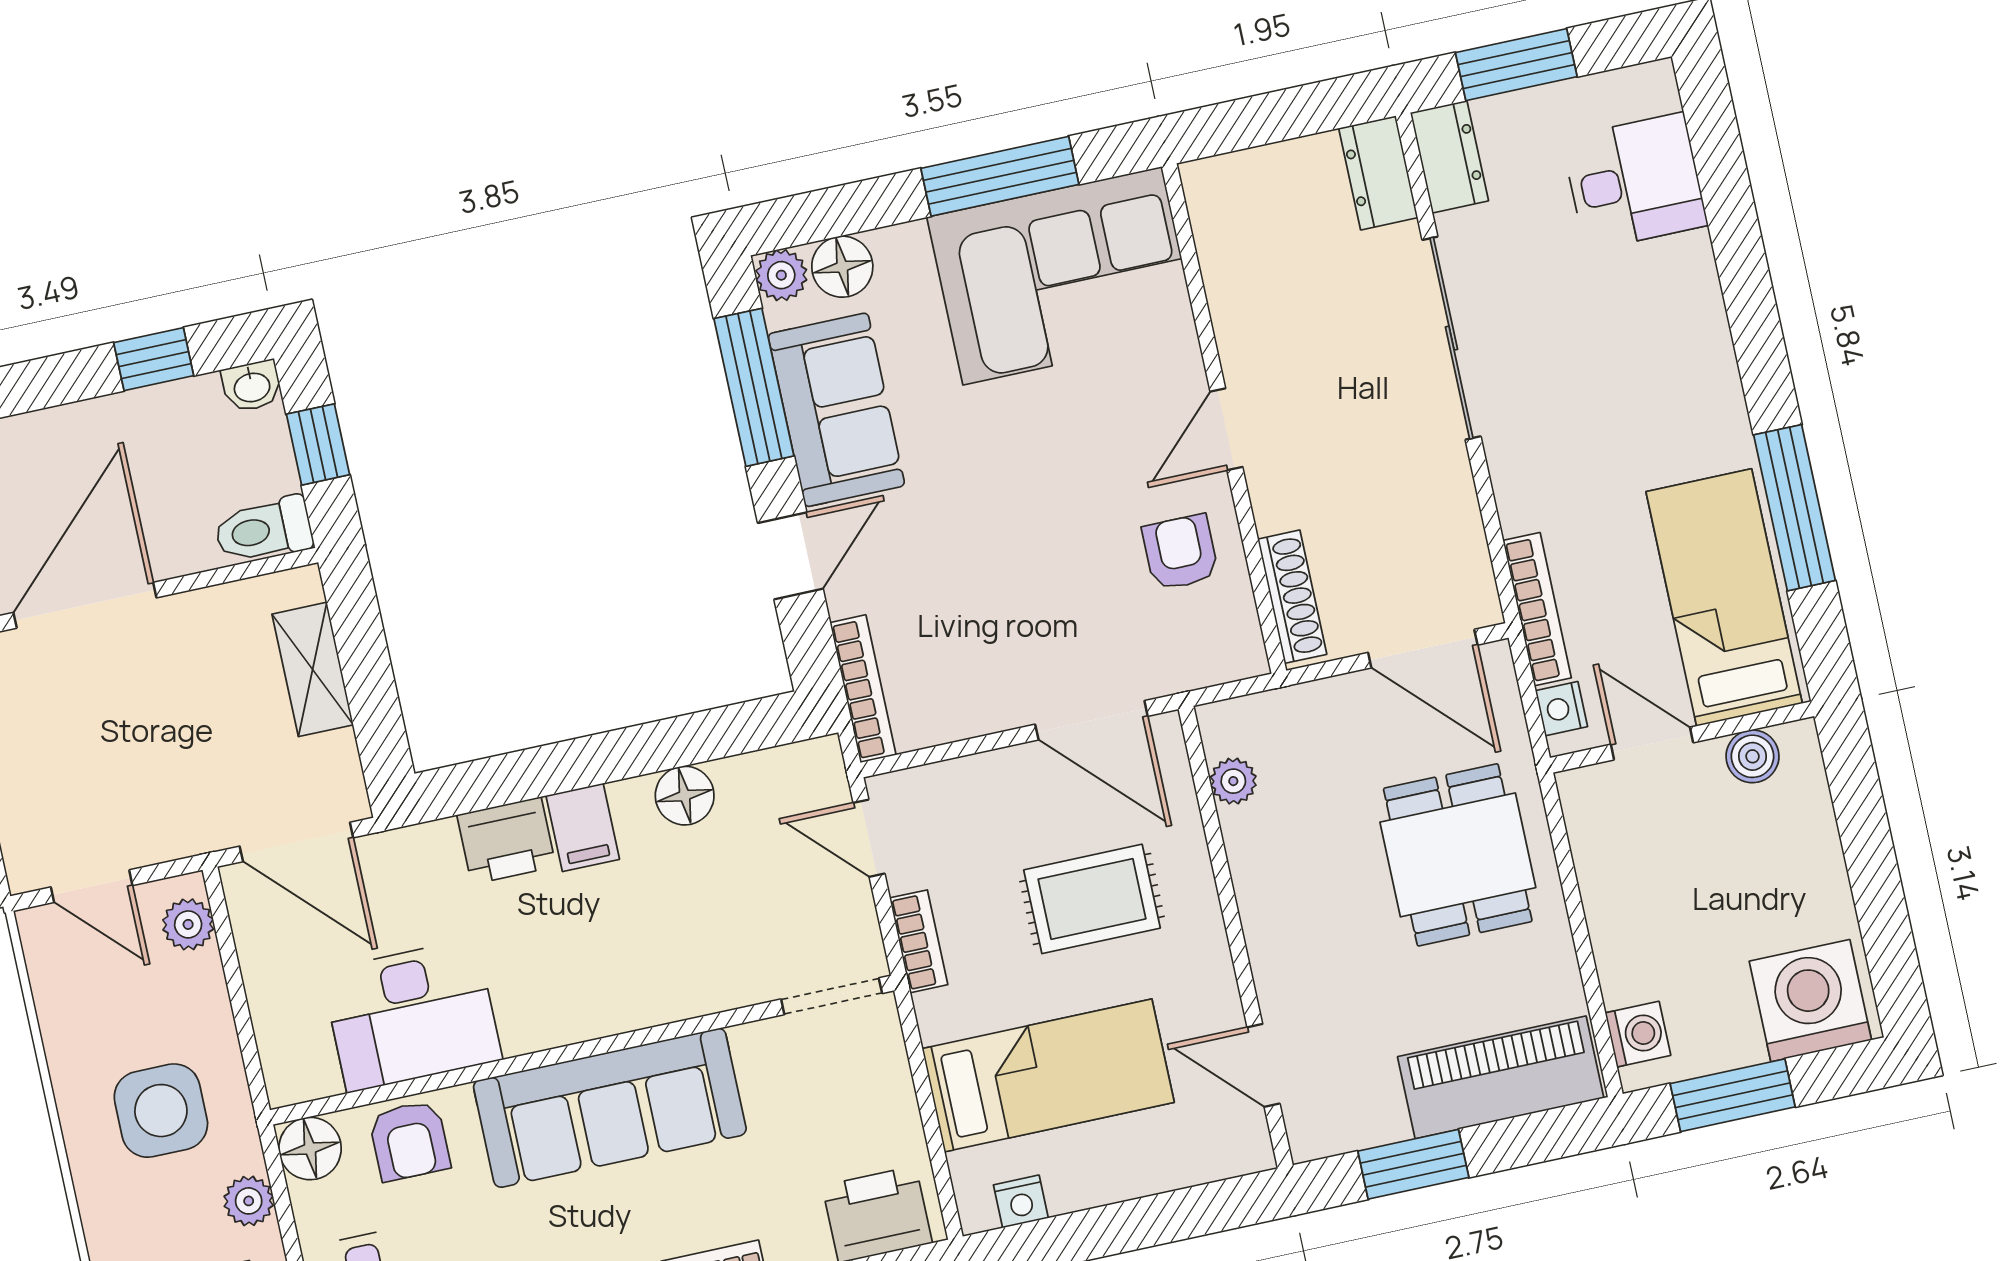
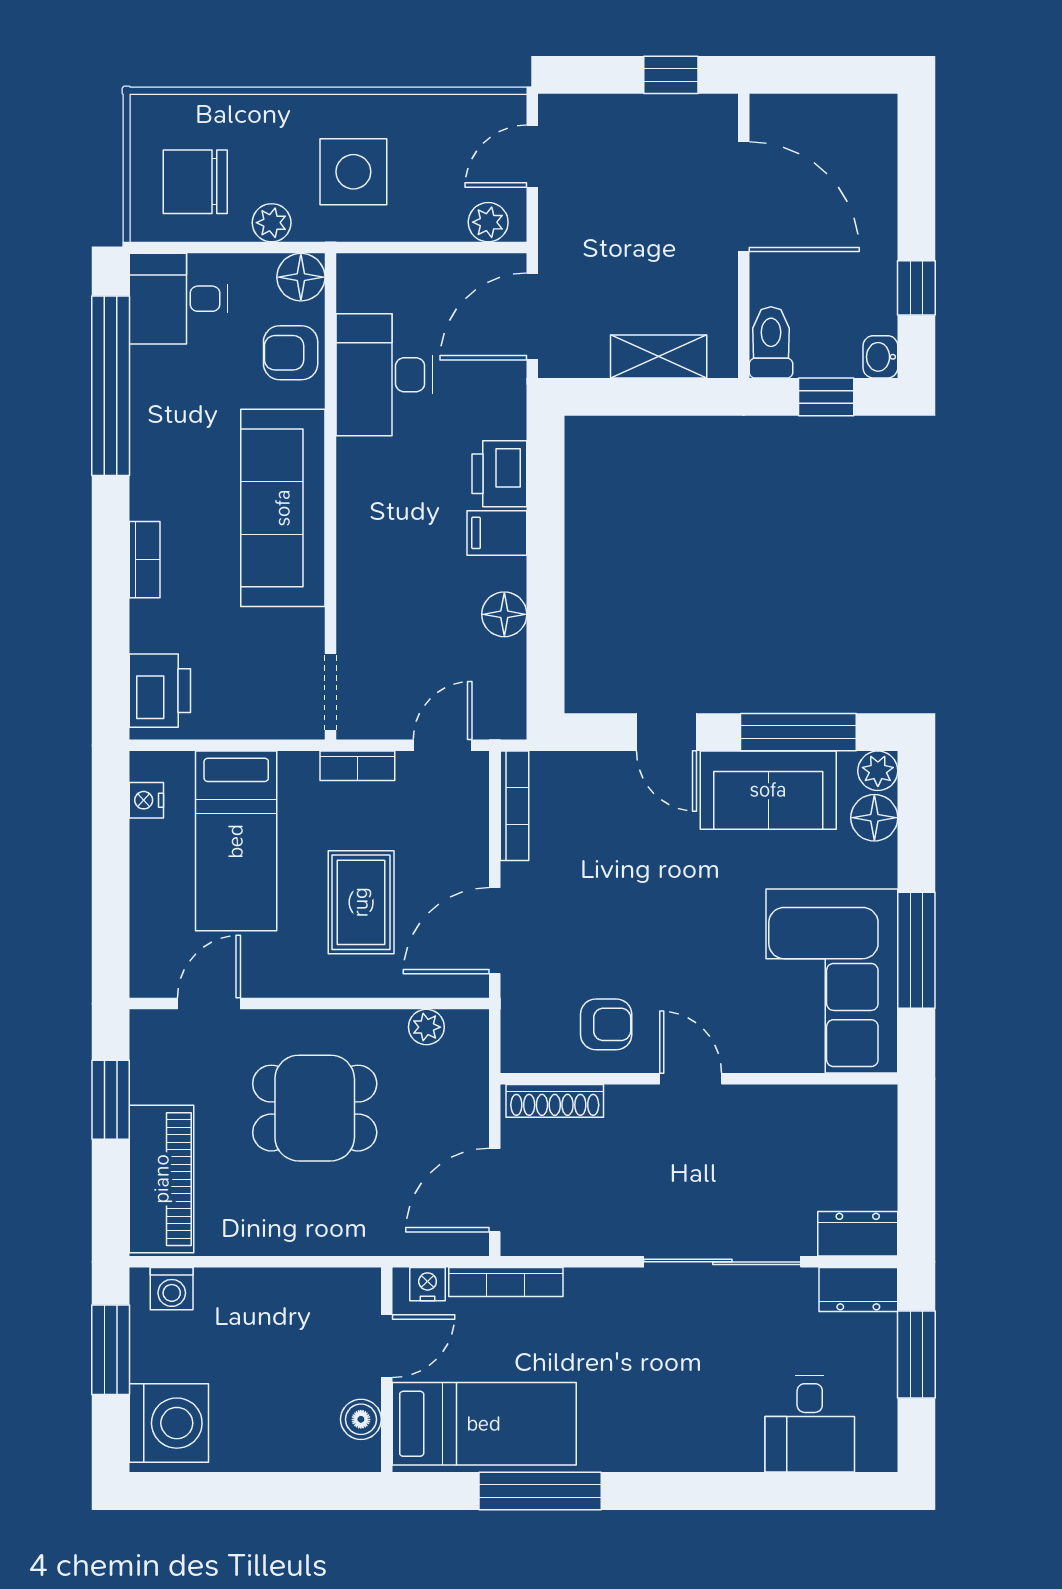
bookcase: (863, 689) -> (514, 806), moved, turned -90
dining table: (1458, 855) -> (315, 1108), moved

